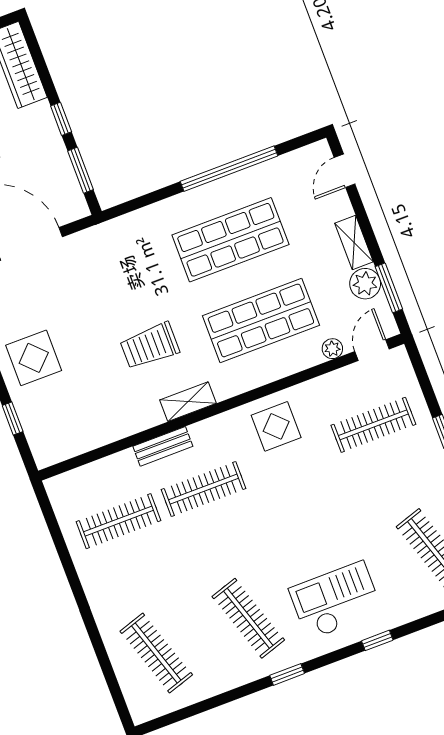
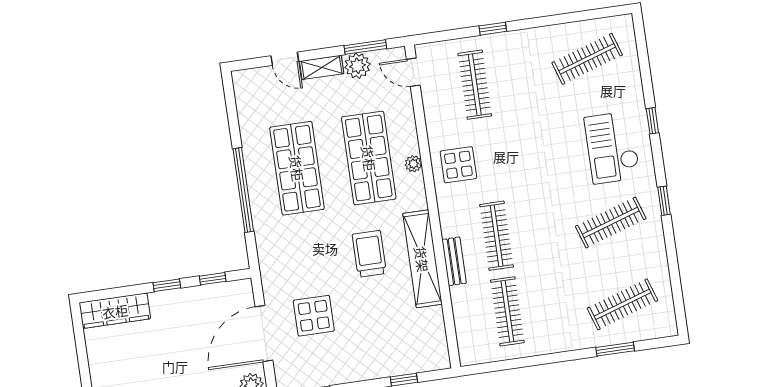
window: (229, 169) -> (243, 190), moved
window: (81, 170) -> (213, 279), width x0.67
door: (345, 171) -> (285, 59), moved
trolley: (150, 346) -> (369, 254), turned 180
plant: (332, 349) -> (413, 164), moved
display table: (34, 358) -> (314, 316), moved
shelving: (188, 402) -> (422, 259), width x2.20, depth x1.33
window: (102, 656) -> (615, 349), added

